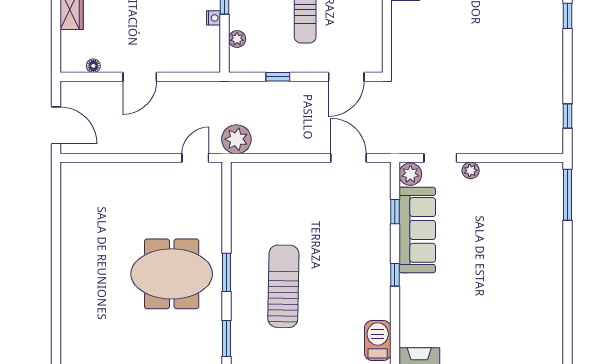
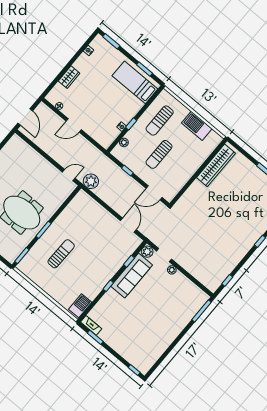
sun lounger: (283, 286) -> (61, 254), width x0.73, depth x0.75

